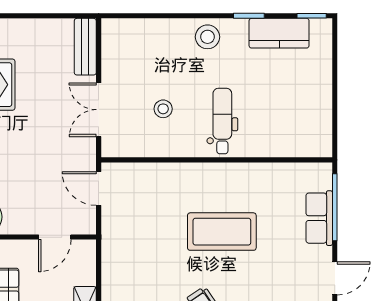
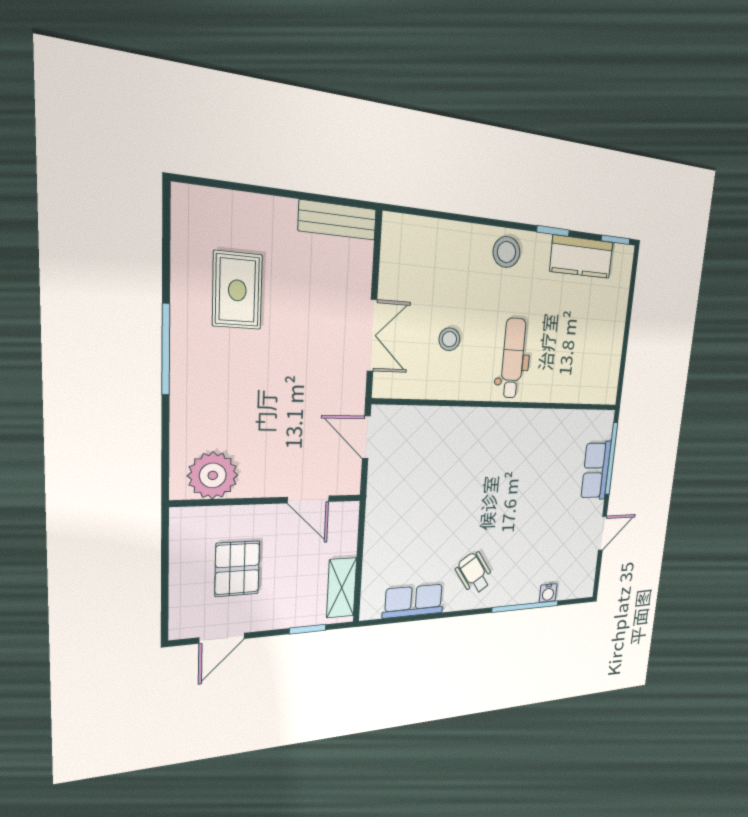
bench: (85, 47) -> (338, 220), moved, turned 90
double door: (99, 110) -> (372, 335), swing flipped
coffee table: (222, 232) -> (501, 487), removed
door: (55, 237) -> (308, 499), hinge flipped

